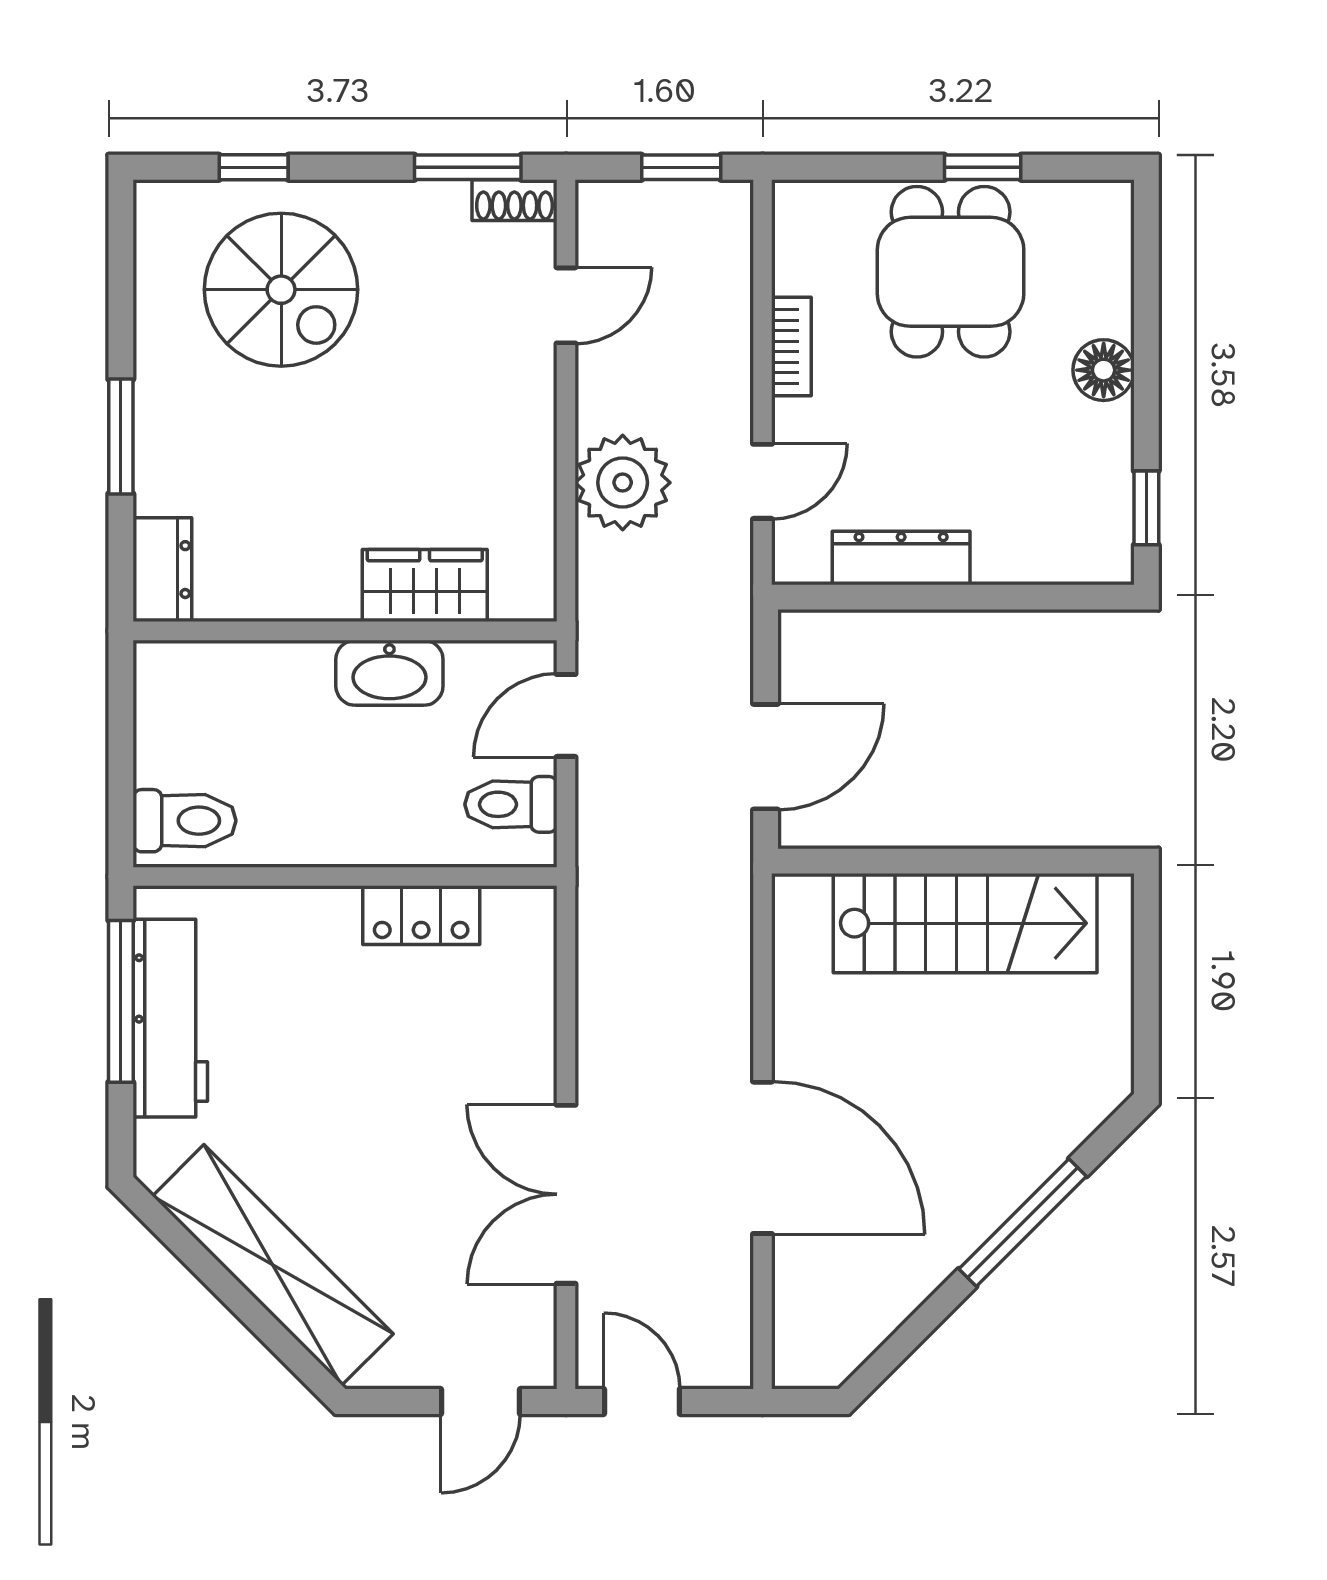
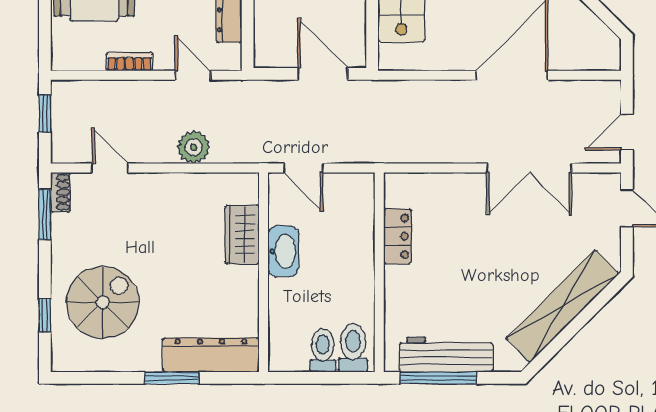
plant: (623, 483) -> (194, 147), width x0.73, depth x0.73
dresser: (162, 570) -> (211, 355), width x1.96, depth x1.24
toilet: (511, 804) -> (323, 350), moved, turned 180

